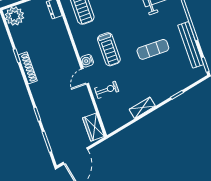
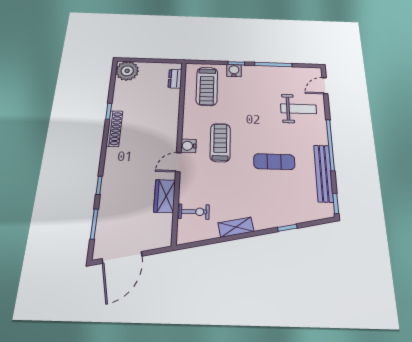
treadmill: (109, 49) -> (220, 142), turned 180
exercise bike: (107, 90) -> (194, 212), moved
wardrobe: (93, 127) -> (165, 196), moved

